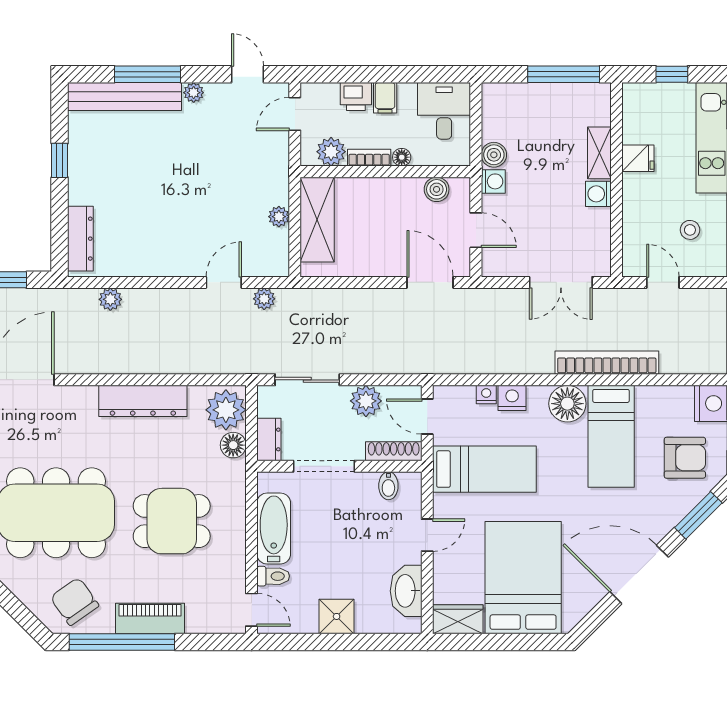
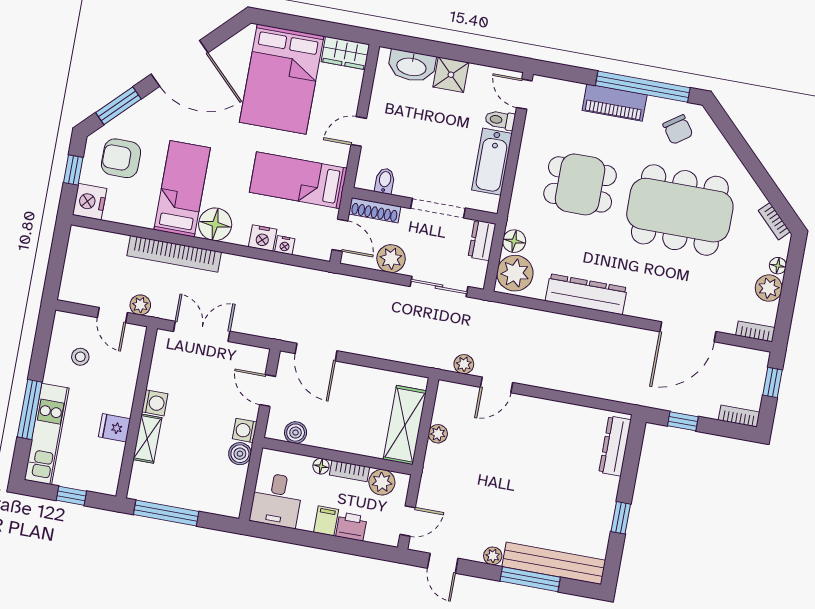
plant: (110, 299) -> (140, 305), moved
washbasin: (406, 591) -> (412, 66), moved, turned 90
chair: (74, 601) -> (678, 130), width x0.73, depth x0.73

